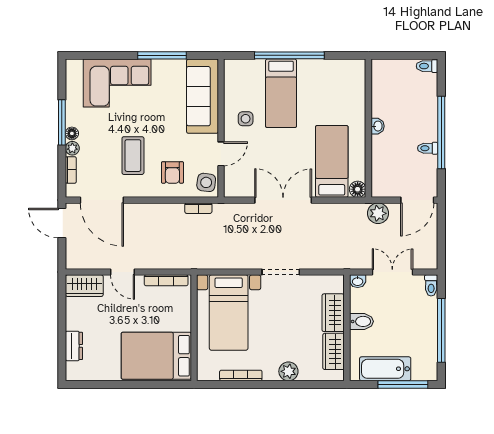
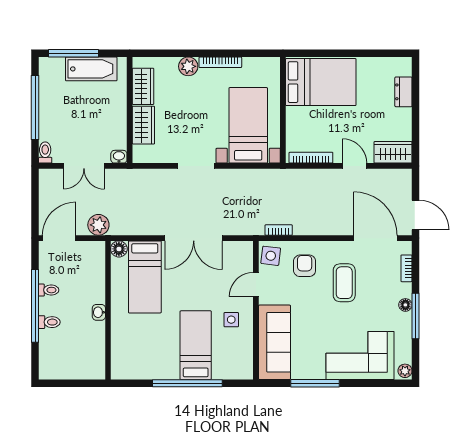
toilet: (427, 66) -> (49, 322), moved
plant: (72, 148) -> (405, 371), moved
bidet: (361, 321) -> (115, 116), removed
bookcase: (241, 375) -> (220, 62), moved

